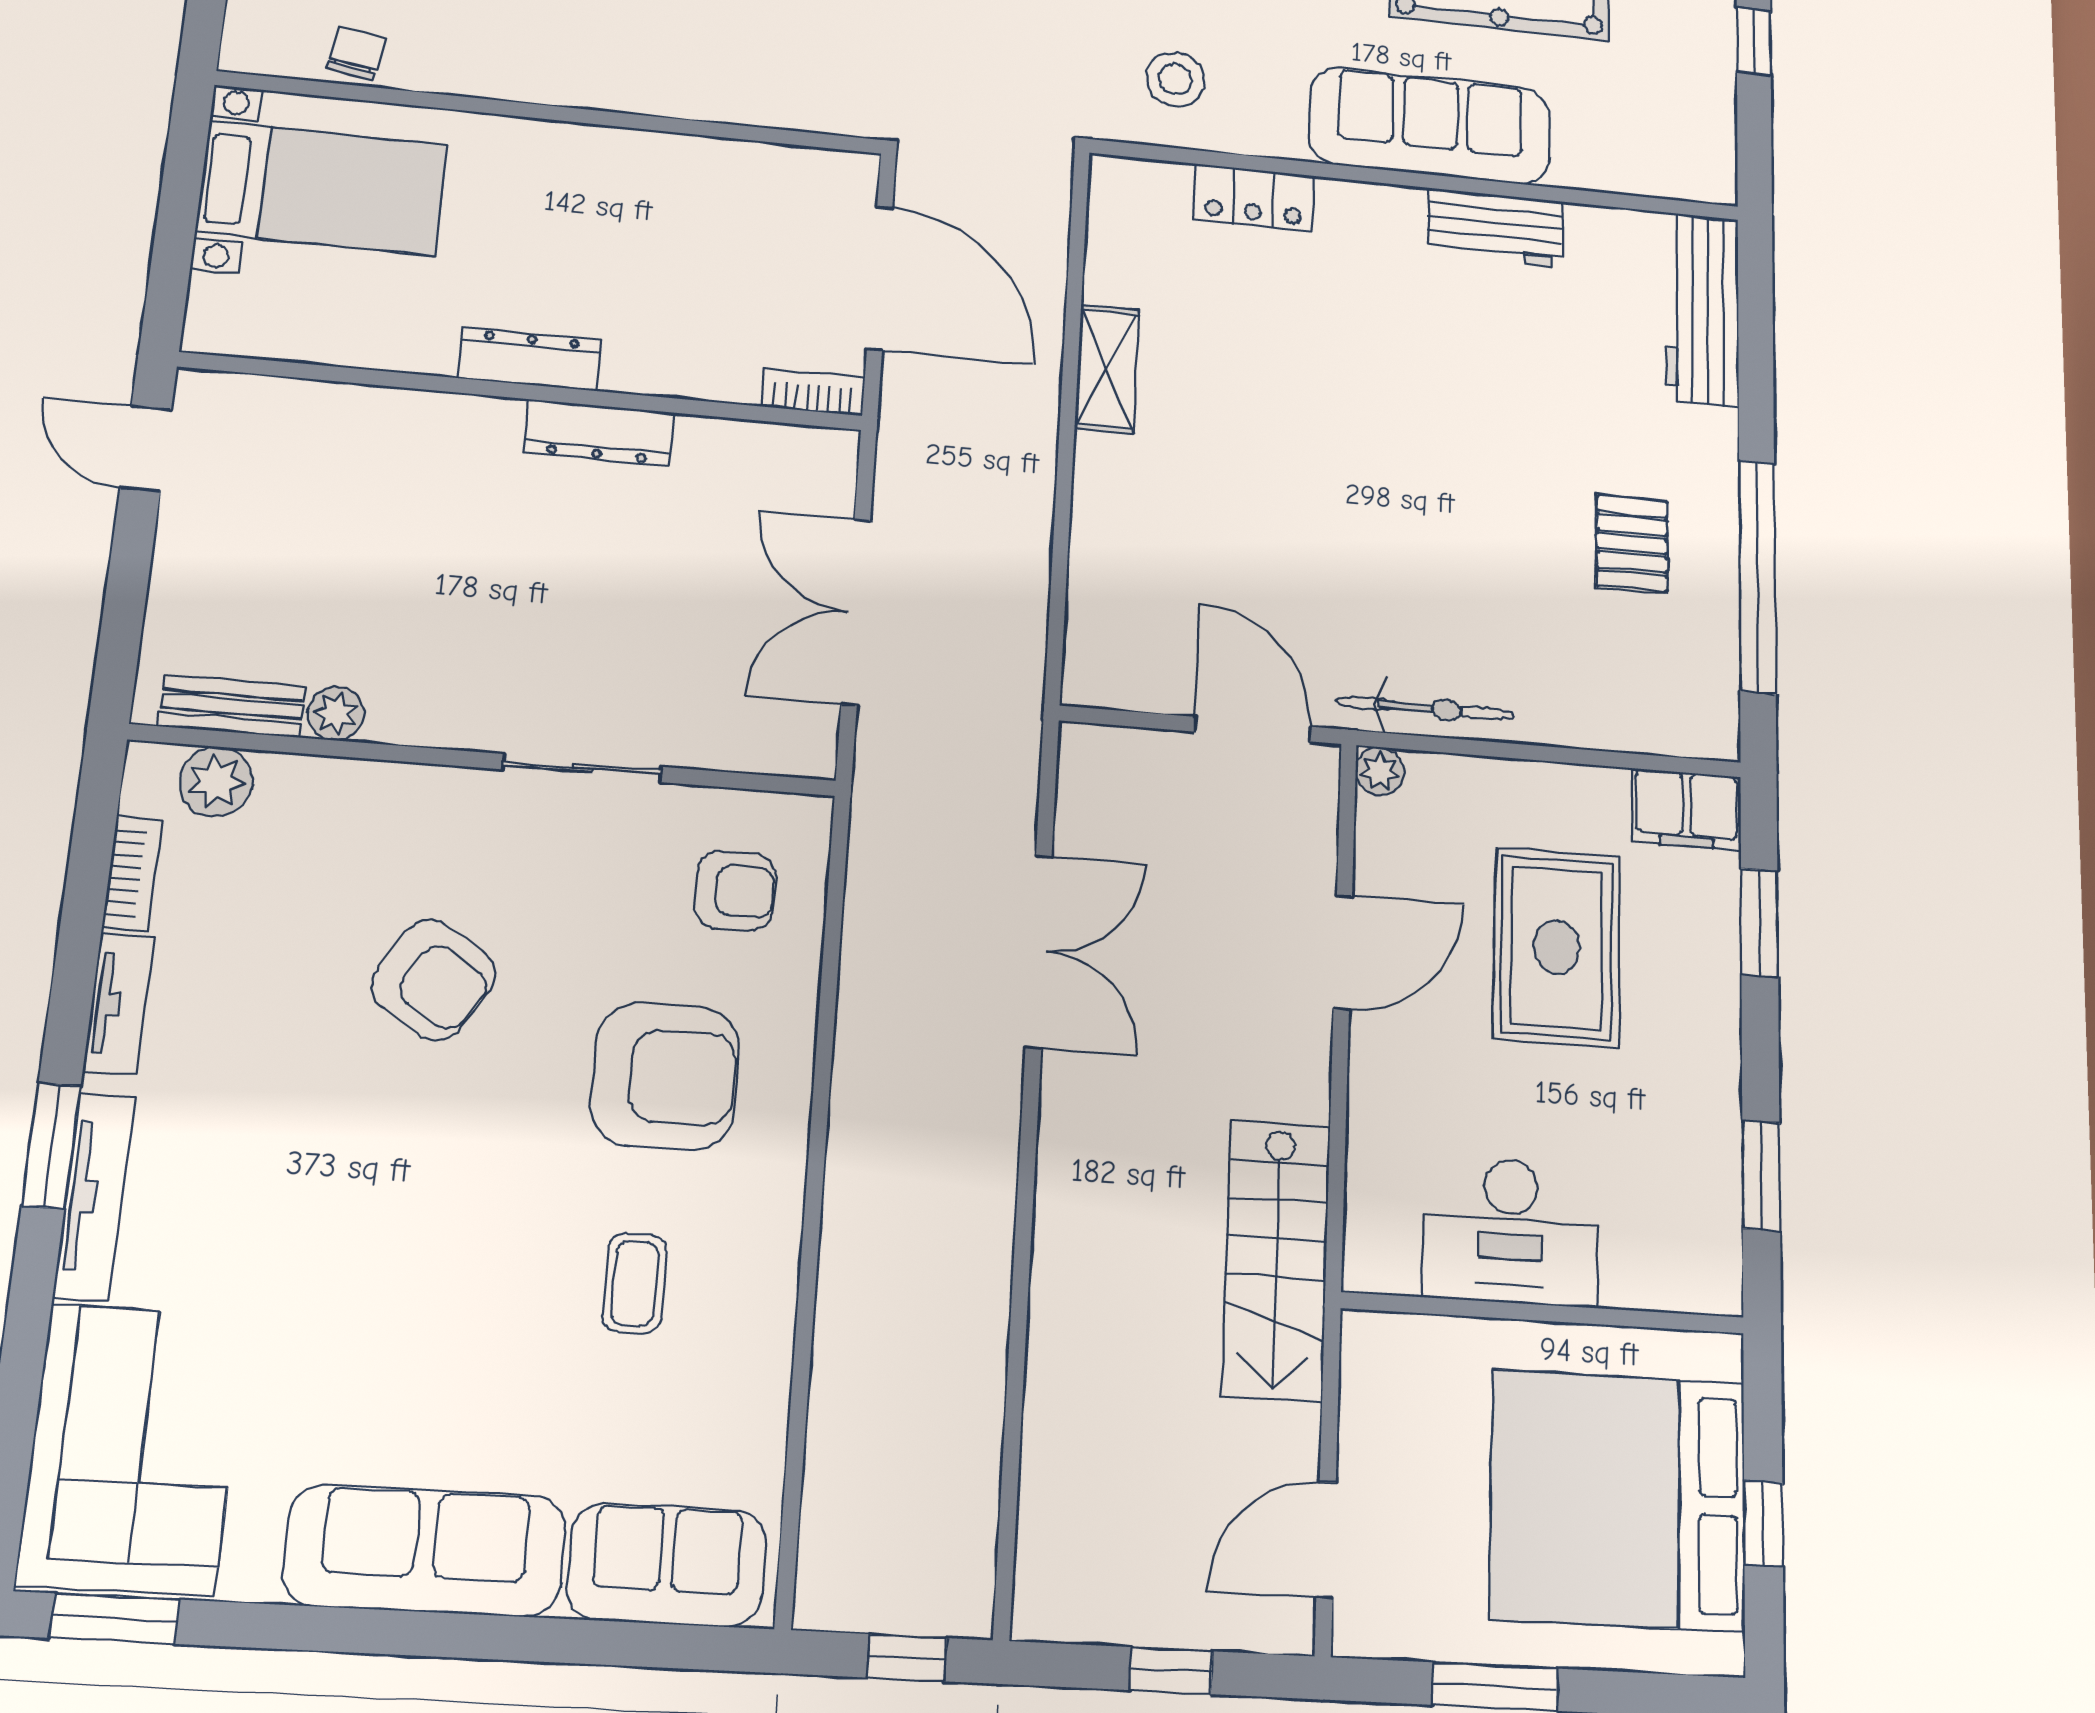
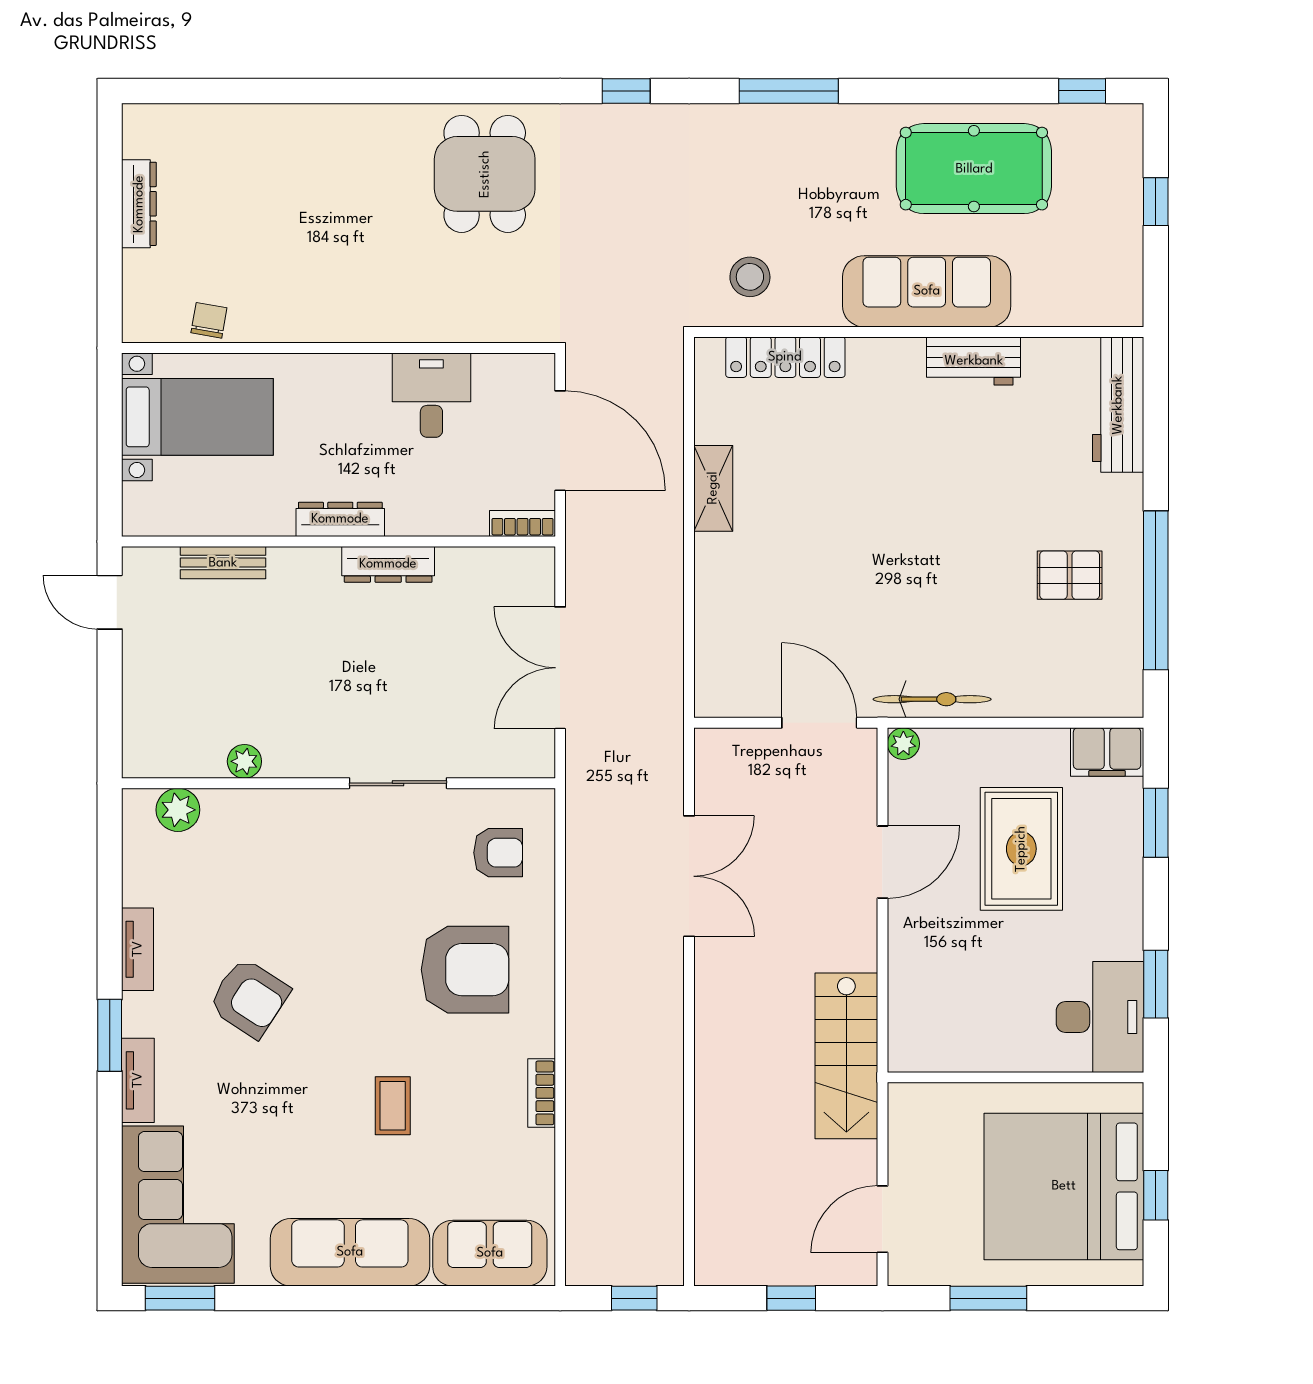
desk: (689, 194) -> (431, 395), added
locker: (1254, 198) -> (785, 357), width x1.53
pallet: (1632, 543) -> (1070, 575), turned 90
bench: (232, 706) -> (223, 563), moved
bookcase: (132, 874) -> (542, 1093), moved, turned 180
armchair: (433, 980) -> (249, 998), moved
tv unit: (94, 1197) -> (138, 1080), width x0.71
desk: (1510, 1231) -> (1100, 1017), moved, turned -90
coffee table: (635, 1283) -> (393, 1106), moved

